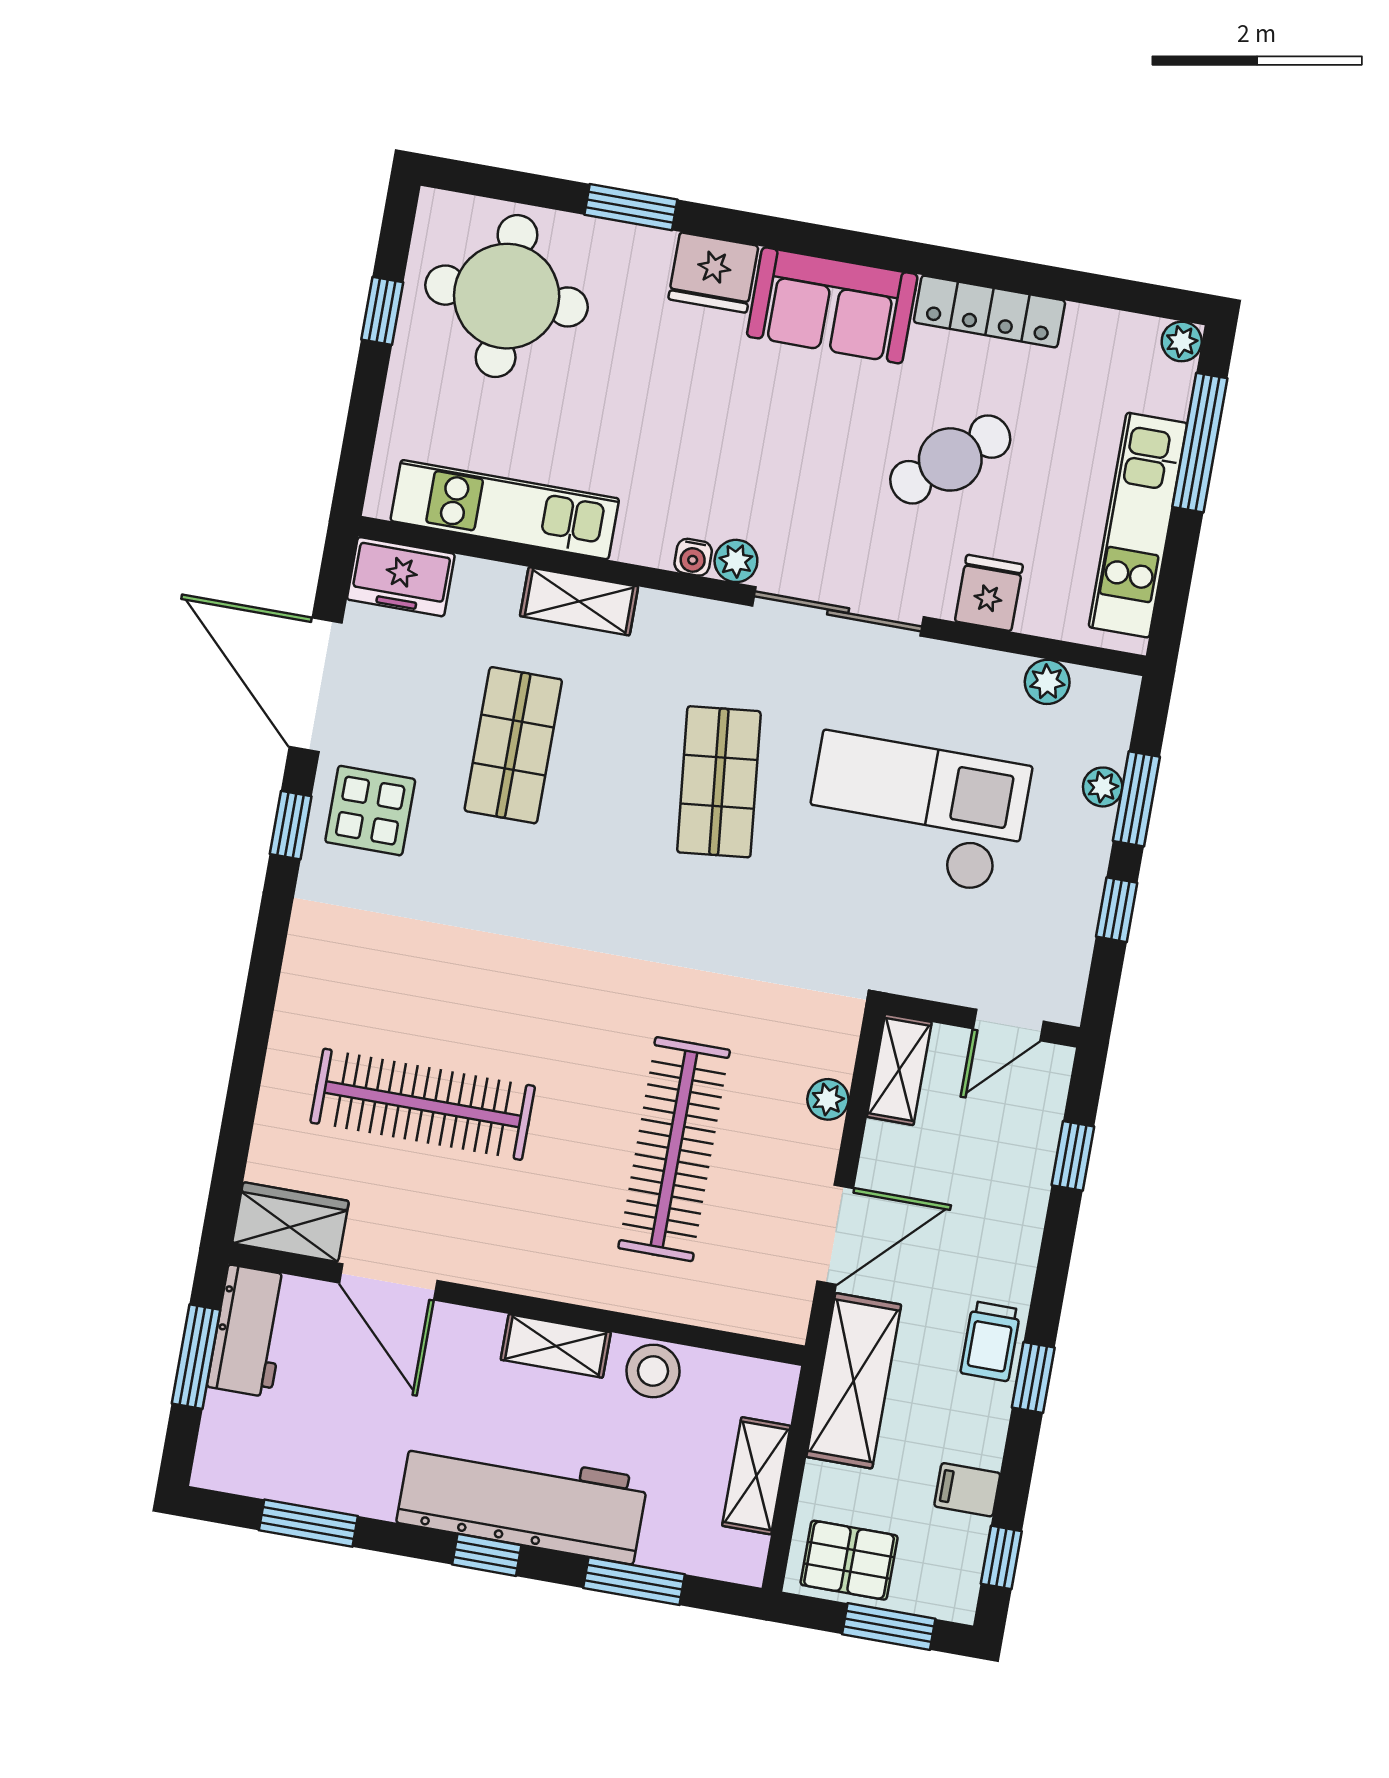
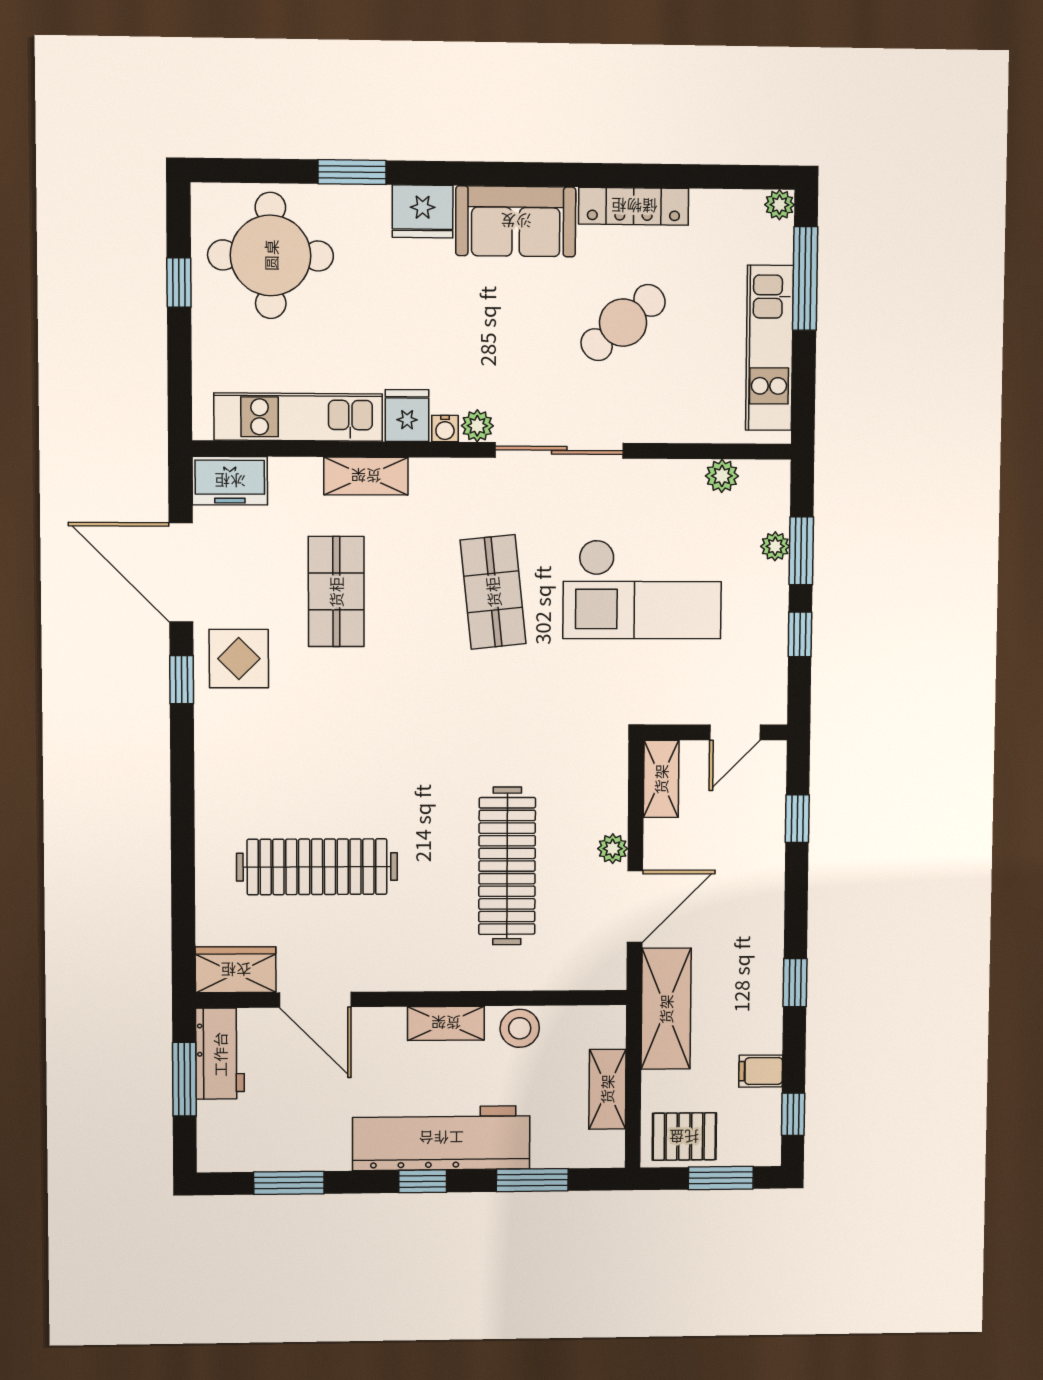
fridge: (989, 593) -> (407, 416), moved
checkout: (917, 813) -> (642, 589), turned 180
plant: (828, 1099) -> (613, 849), moved
trolley: (991, 1341) -> (760, 962), removed

